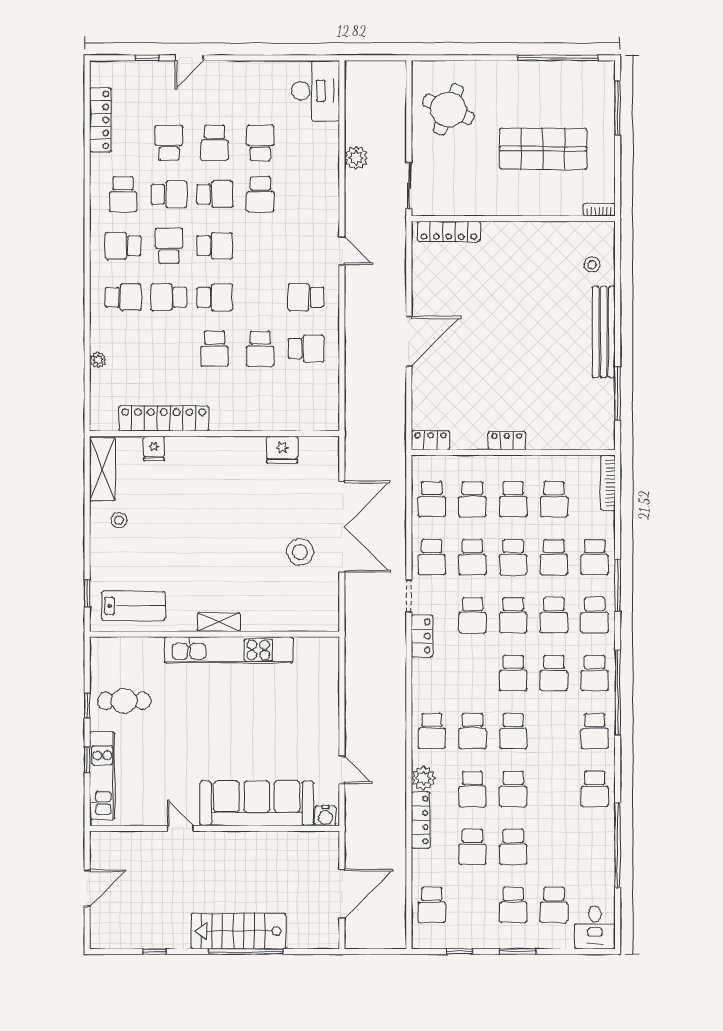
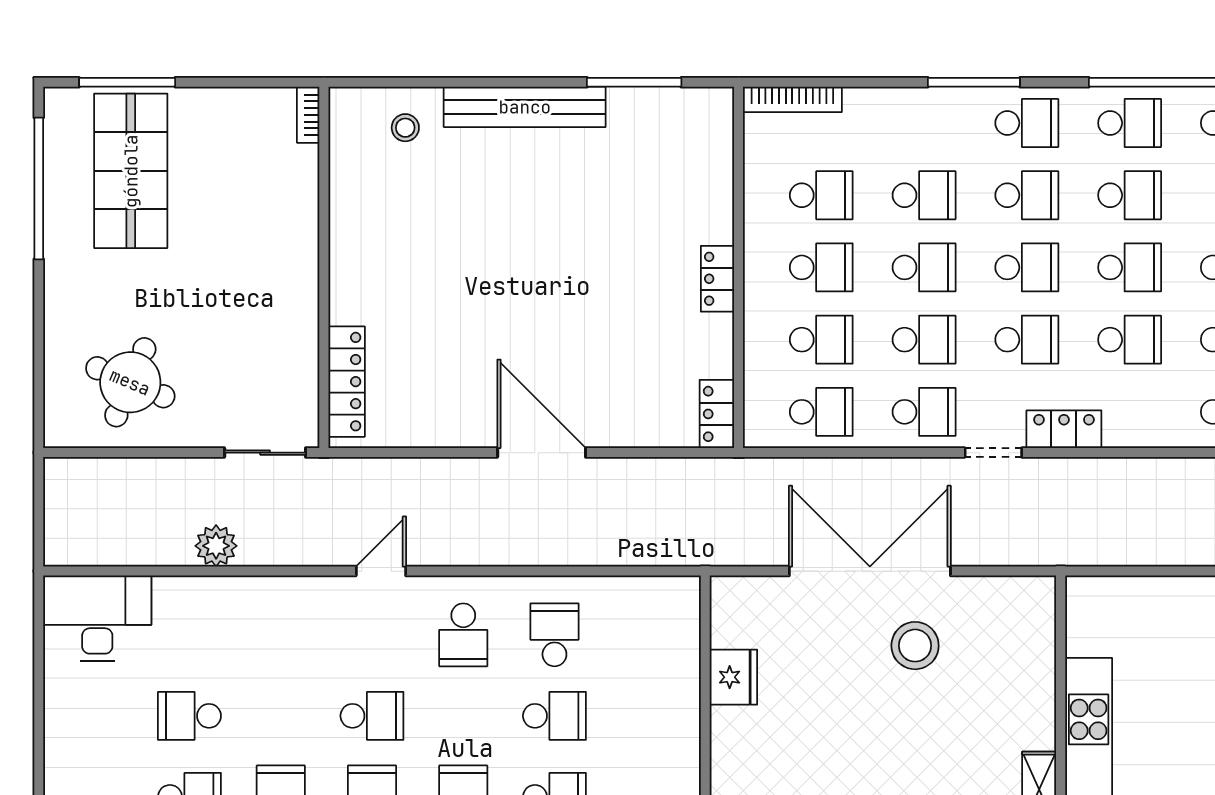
shop shelf: (543, 149) -> (131, 171), moved
school desk: (260, 194) -> (372, 716), moved
school desk: (595, 557) -> (1130, 340), moved

